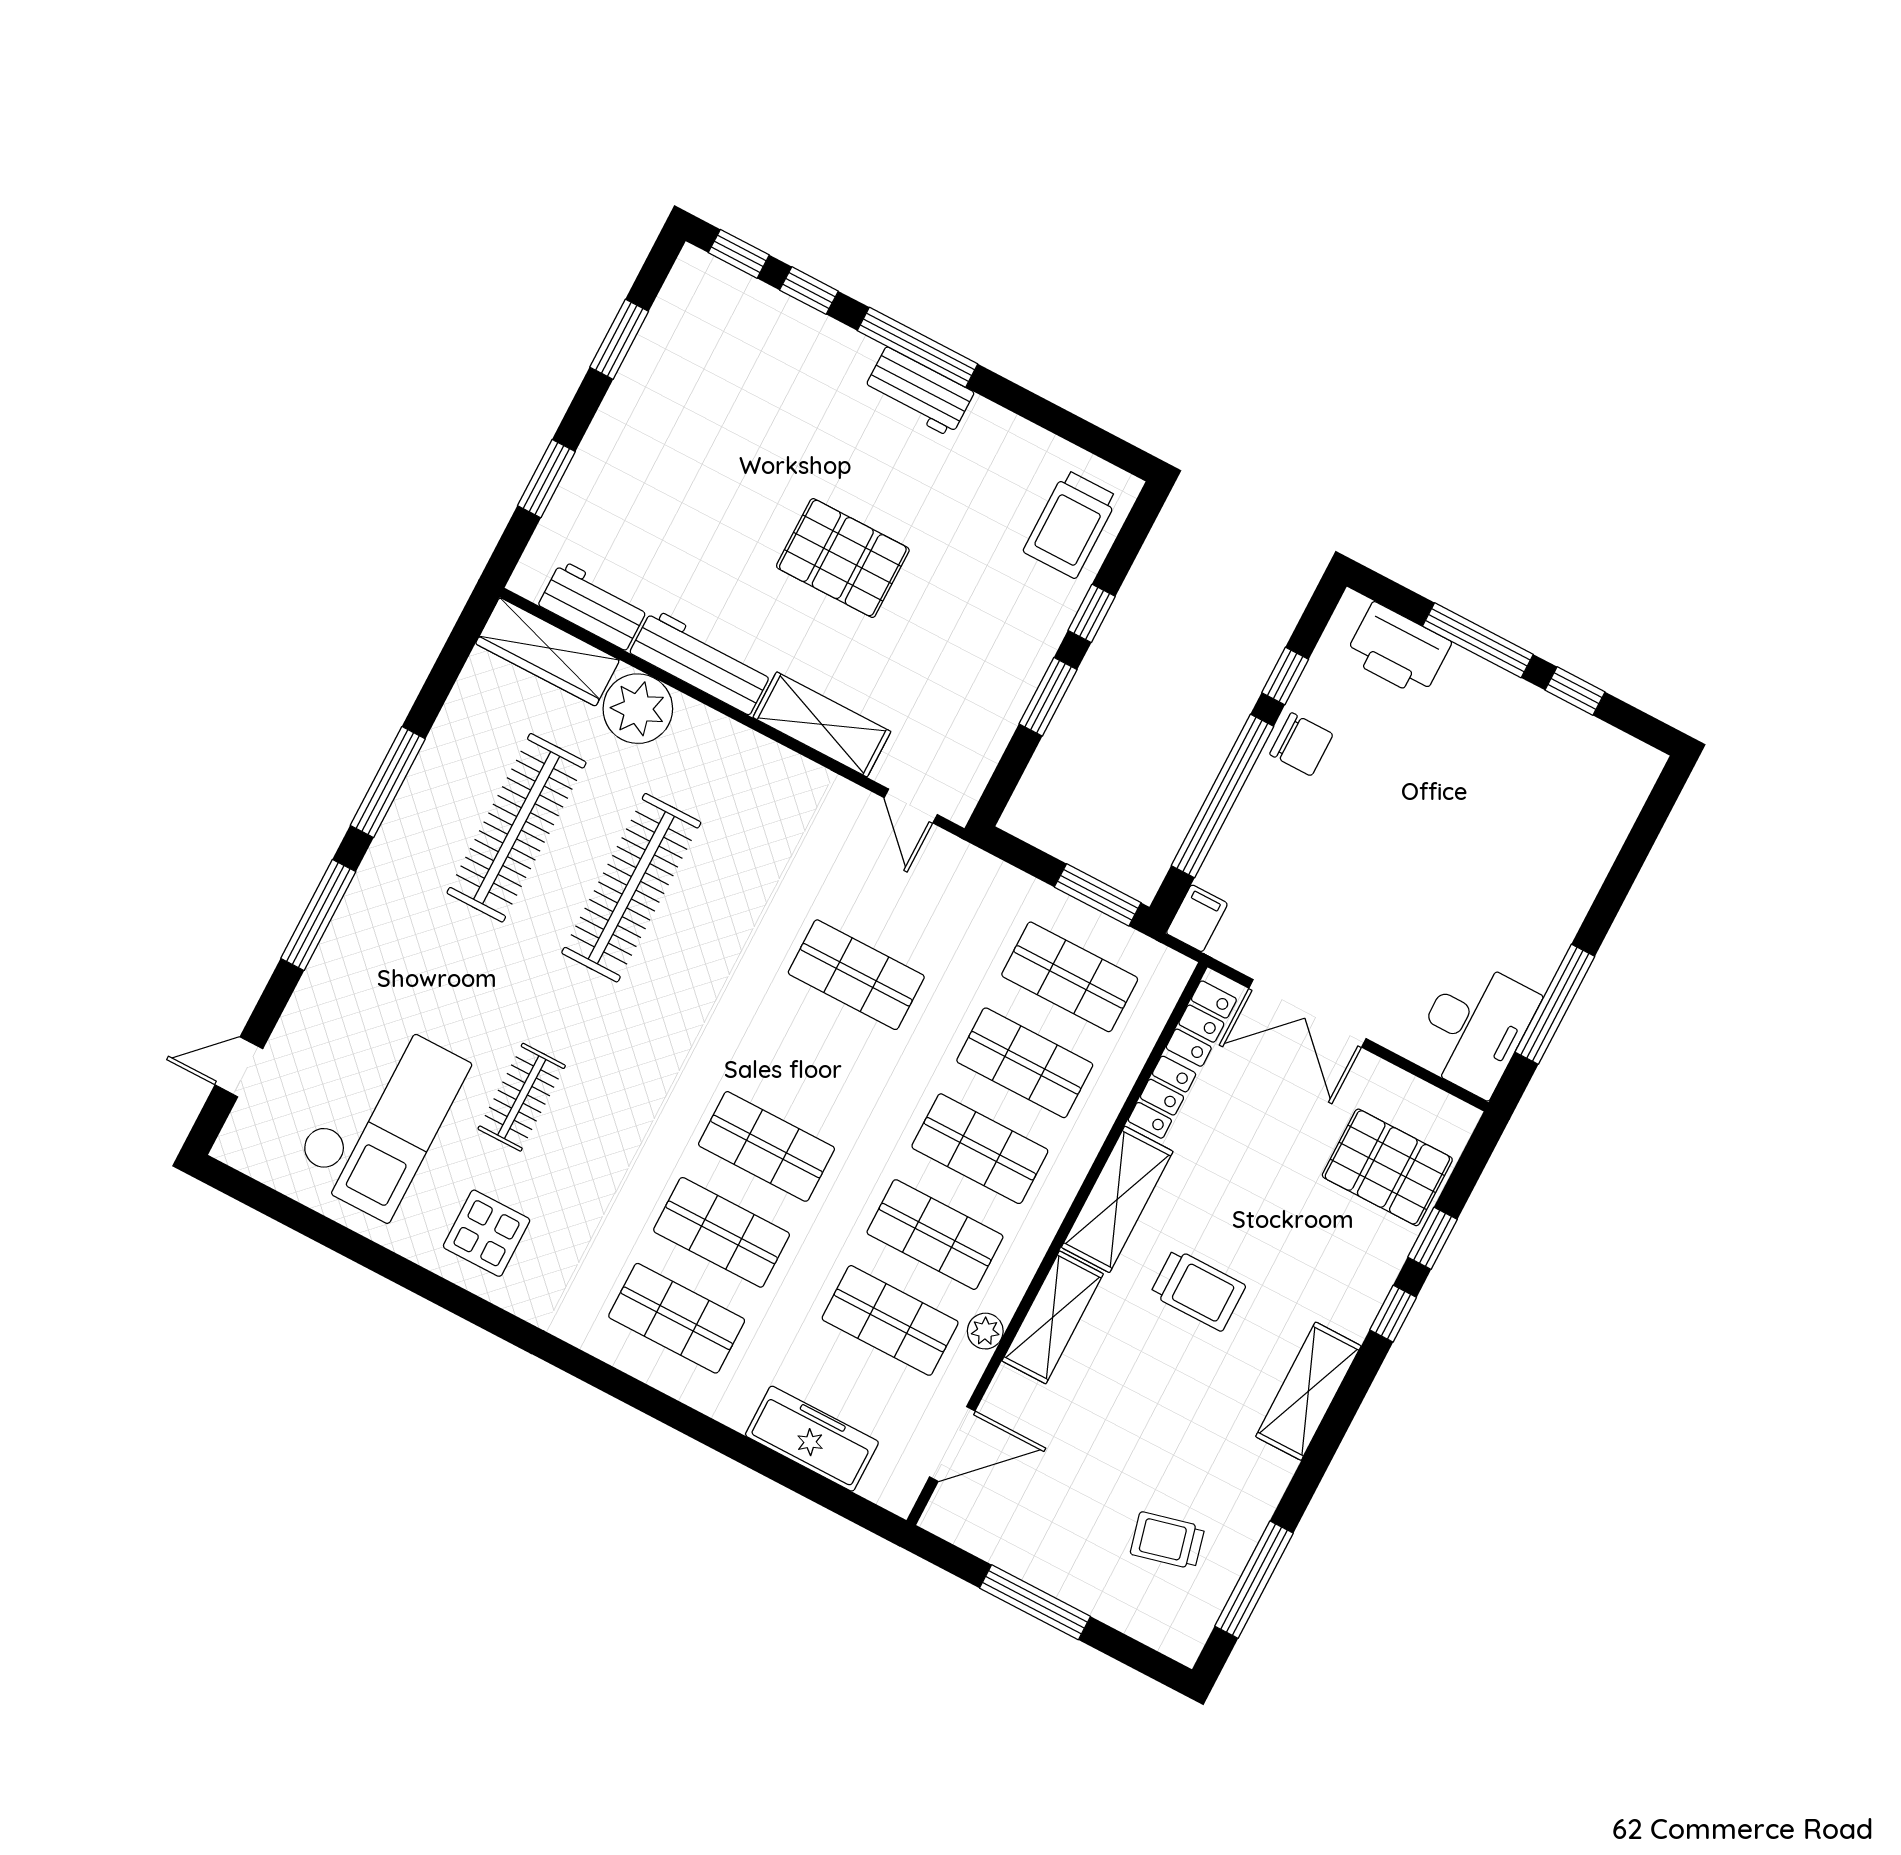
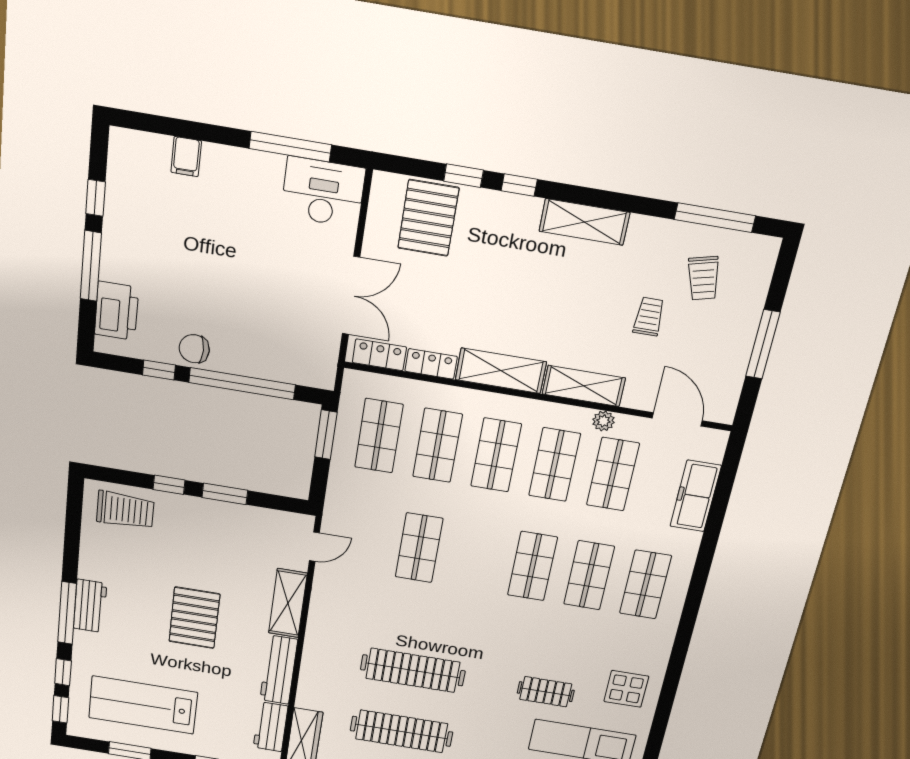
lab bench: (703, 401) -> (143, 705), added
plant: (638, 709) -> (316, 693), removed
chair: (1301, 744) -> (194, 349), turned -90
filing cabinet: (1197, 918) -> (186, 157), moved, turned -90
trolley: (1198, 1290) -> (649, 317), moved, width x0.73, depth x0.72

